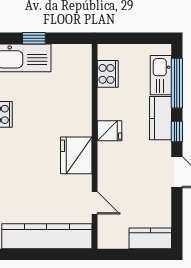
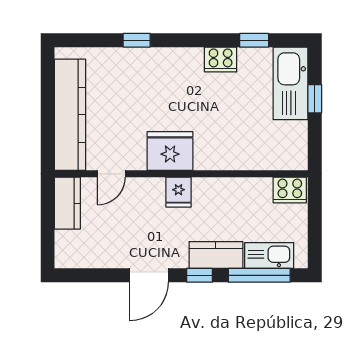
cooker: (108, 74) -> (290, 190), moved
fridge: (110, 131) -> (178, 192), moved
kitchen counter: (150, 238) -> (67, 203), moved

